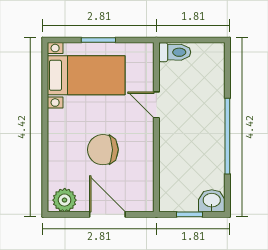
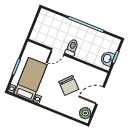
toilet: (175, 52) -> (72, 47), moved
chair: (103, 150) -> (69, 85), turned -46
washbasin: (212, 201) -> (107, 59), moved

